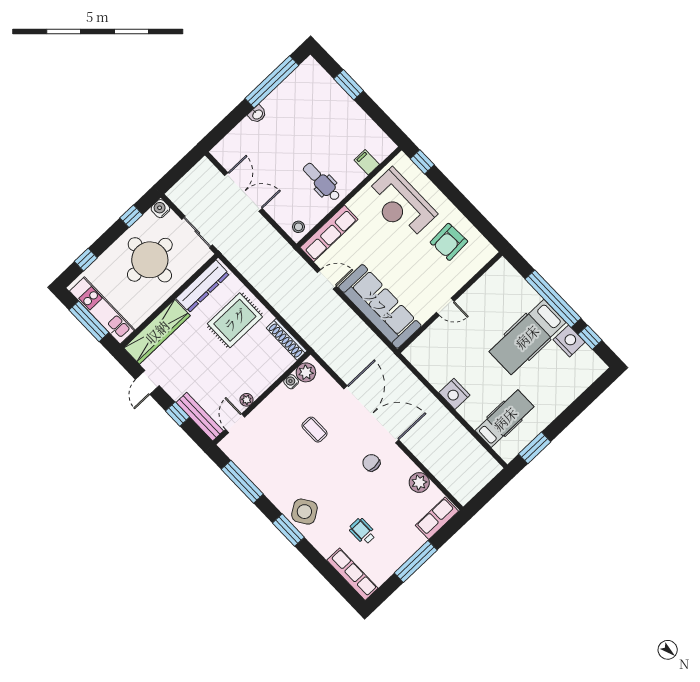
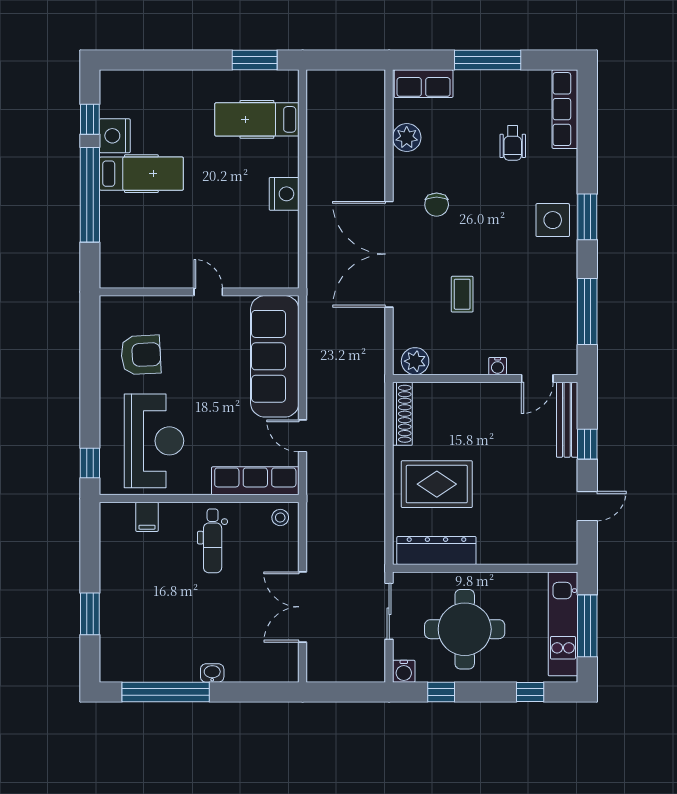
wardrobe: (157, 332) -> (528, 548), removed
hospital bed: (527, 337) -> (141, 174), width x0.73, depth x0.78
water cooler: (291, 382) -> (498, 366), moved
plant: (247, 400) -> (503, 391), removed
side table: (304, 512) -> (553, 220), turned 33

